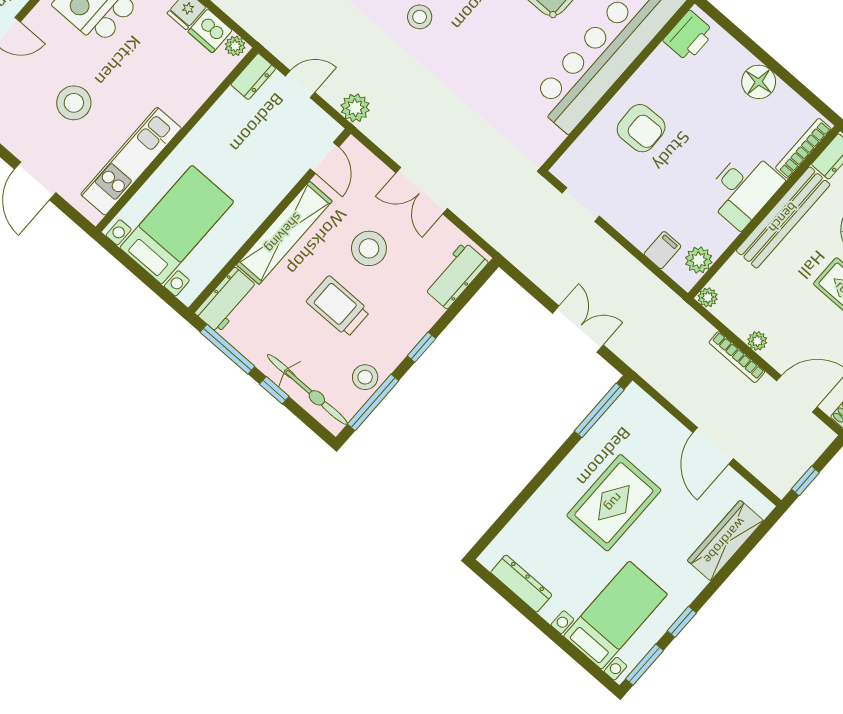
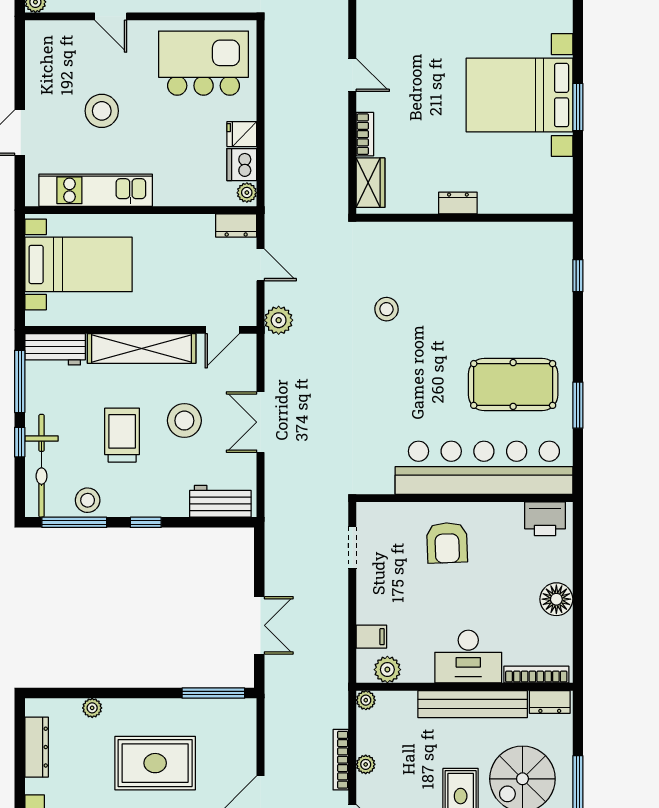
plant: (529, 514) -> (92, 708), added

